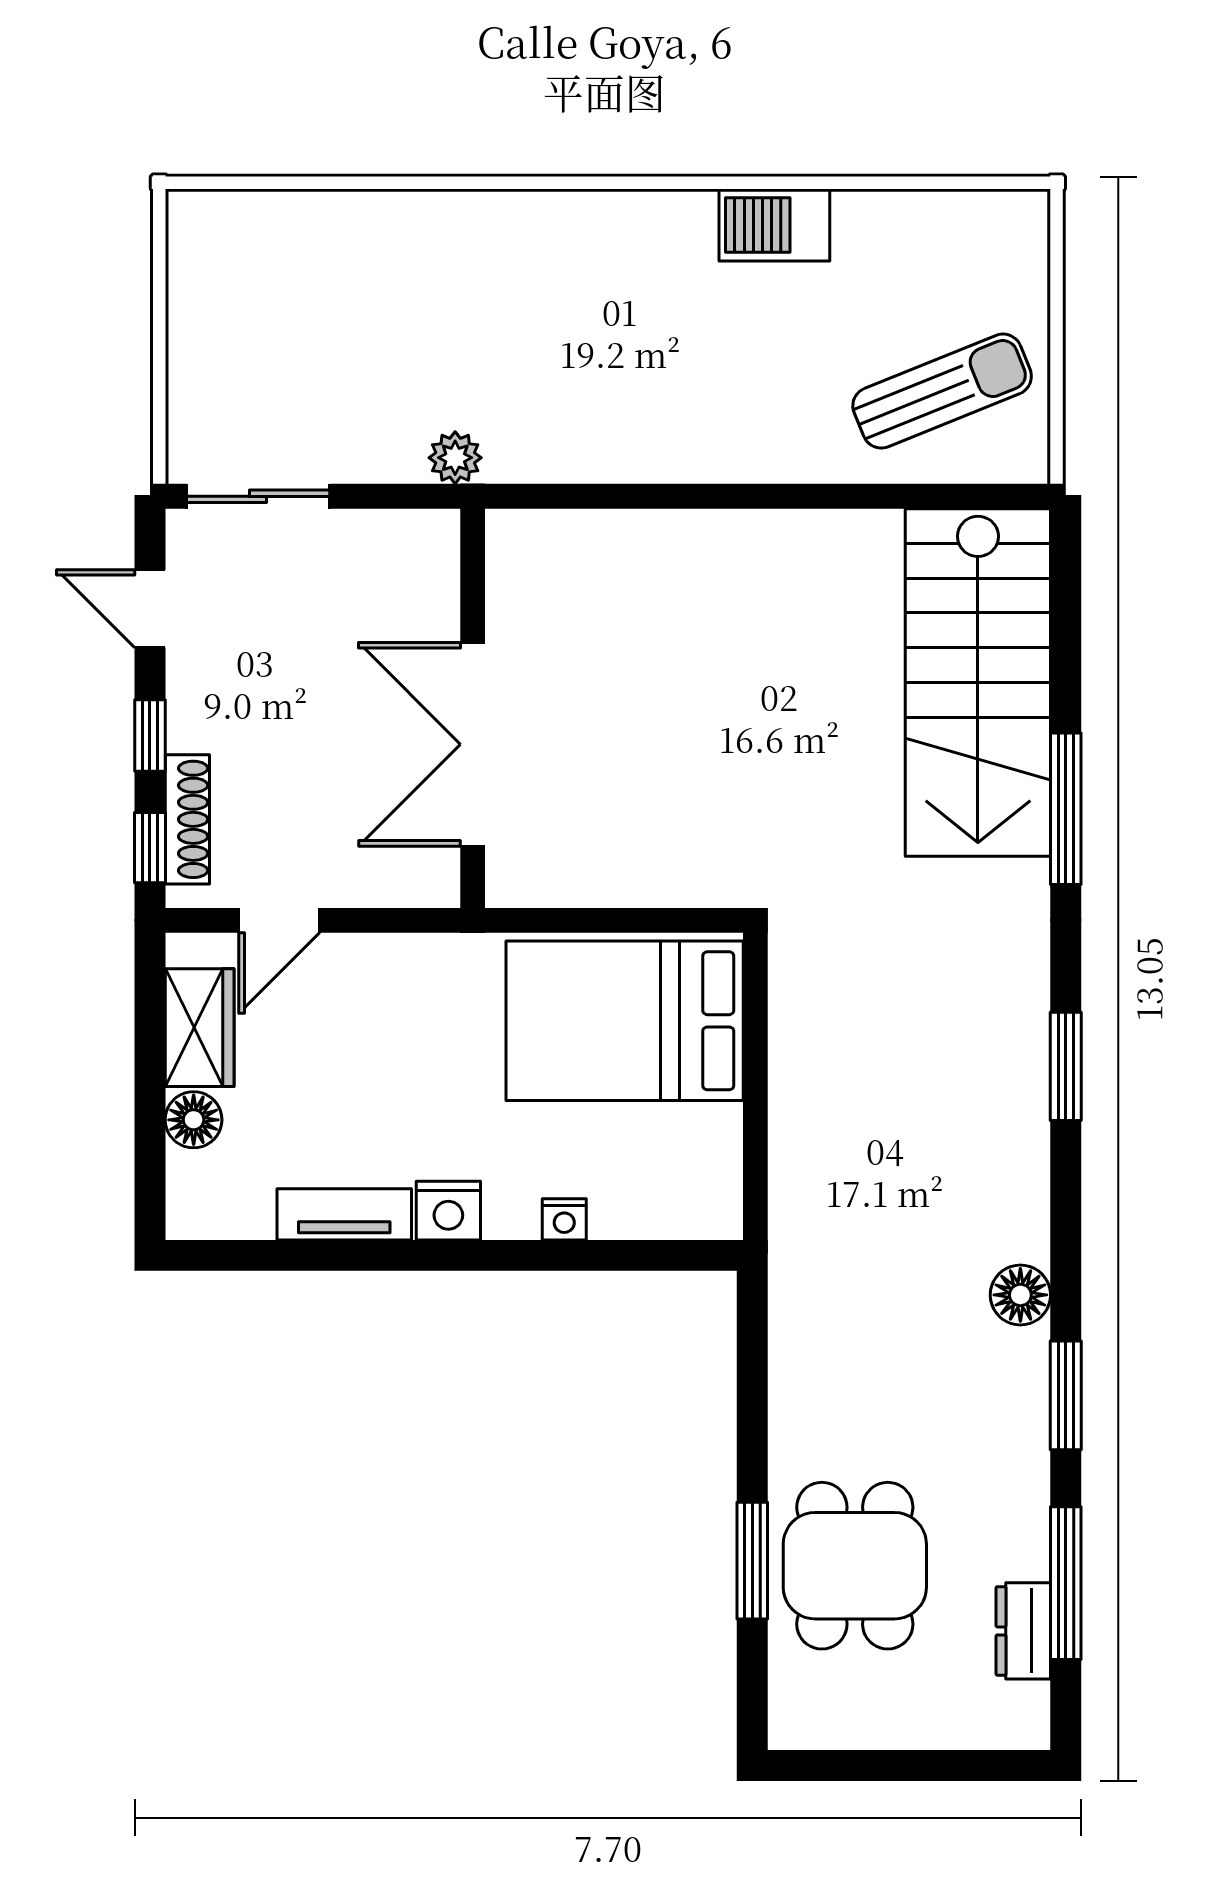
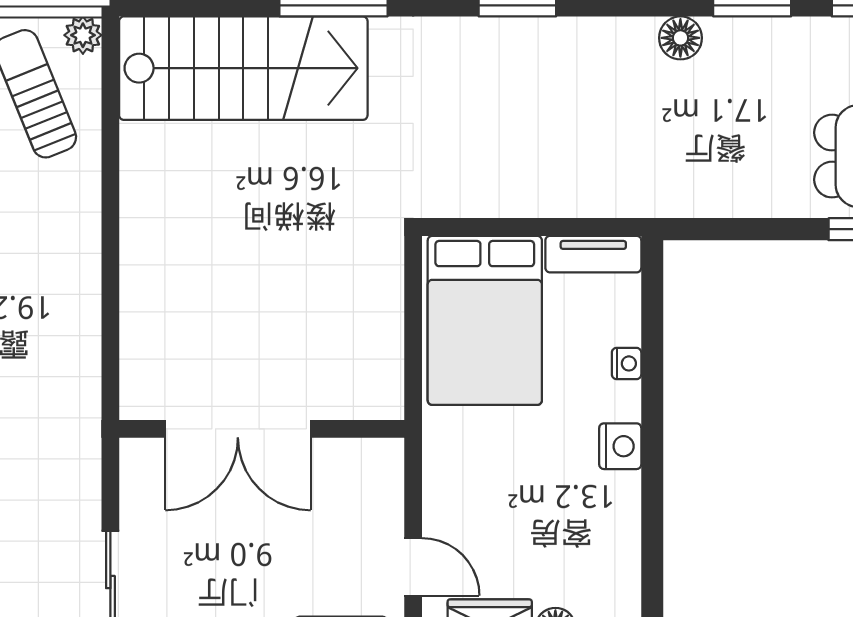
plant: (455, 458) -> (83, 35), moved
double door: (473, 744) -> (238, 429), moved
tv unit: (344, 1214) -> (593, 254), moved, turned -90

